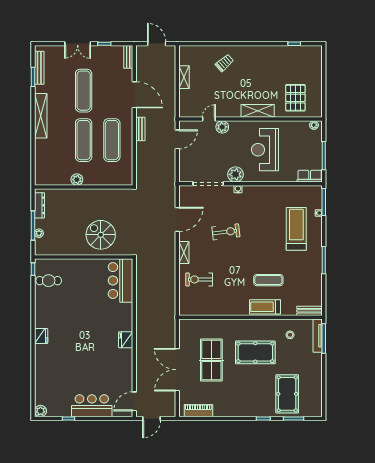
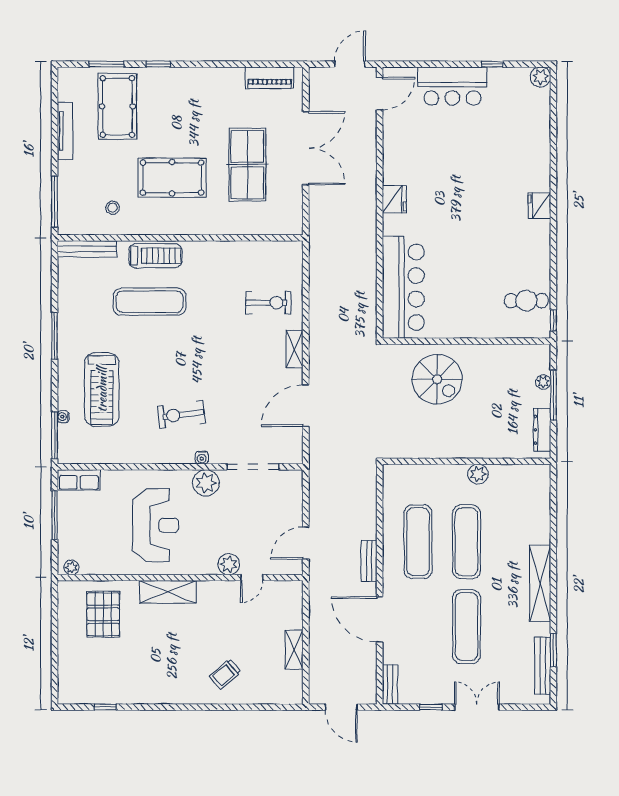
exercise bike: (226, 232) -> (181, 415), moved
bar counter: (120, 280) -> (403, 287), width x1.36
exercise mat: (268, 280) -> (150, 302), width x1.36, depth x1.45
bench: (310, 311) -> (87, 249), width x1.36
tv unit: (318, 336) -> (65, 131), moved

